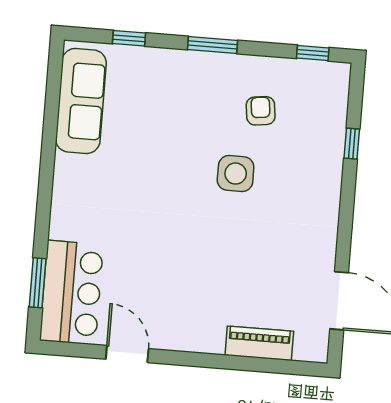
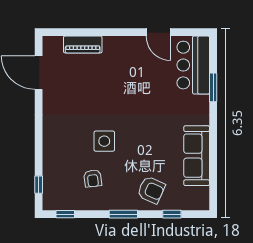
armchair: (161, 83) -> (151, 190), added
sofa: (81, 101) -> (197, 156), moved
window: (352, 144) -> (39, 185), moved
window: (38, 283) -> (213, 87), moved

